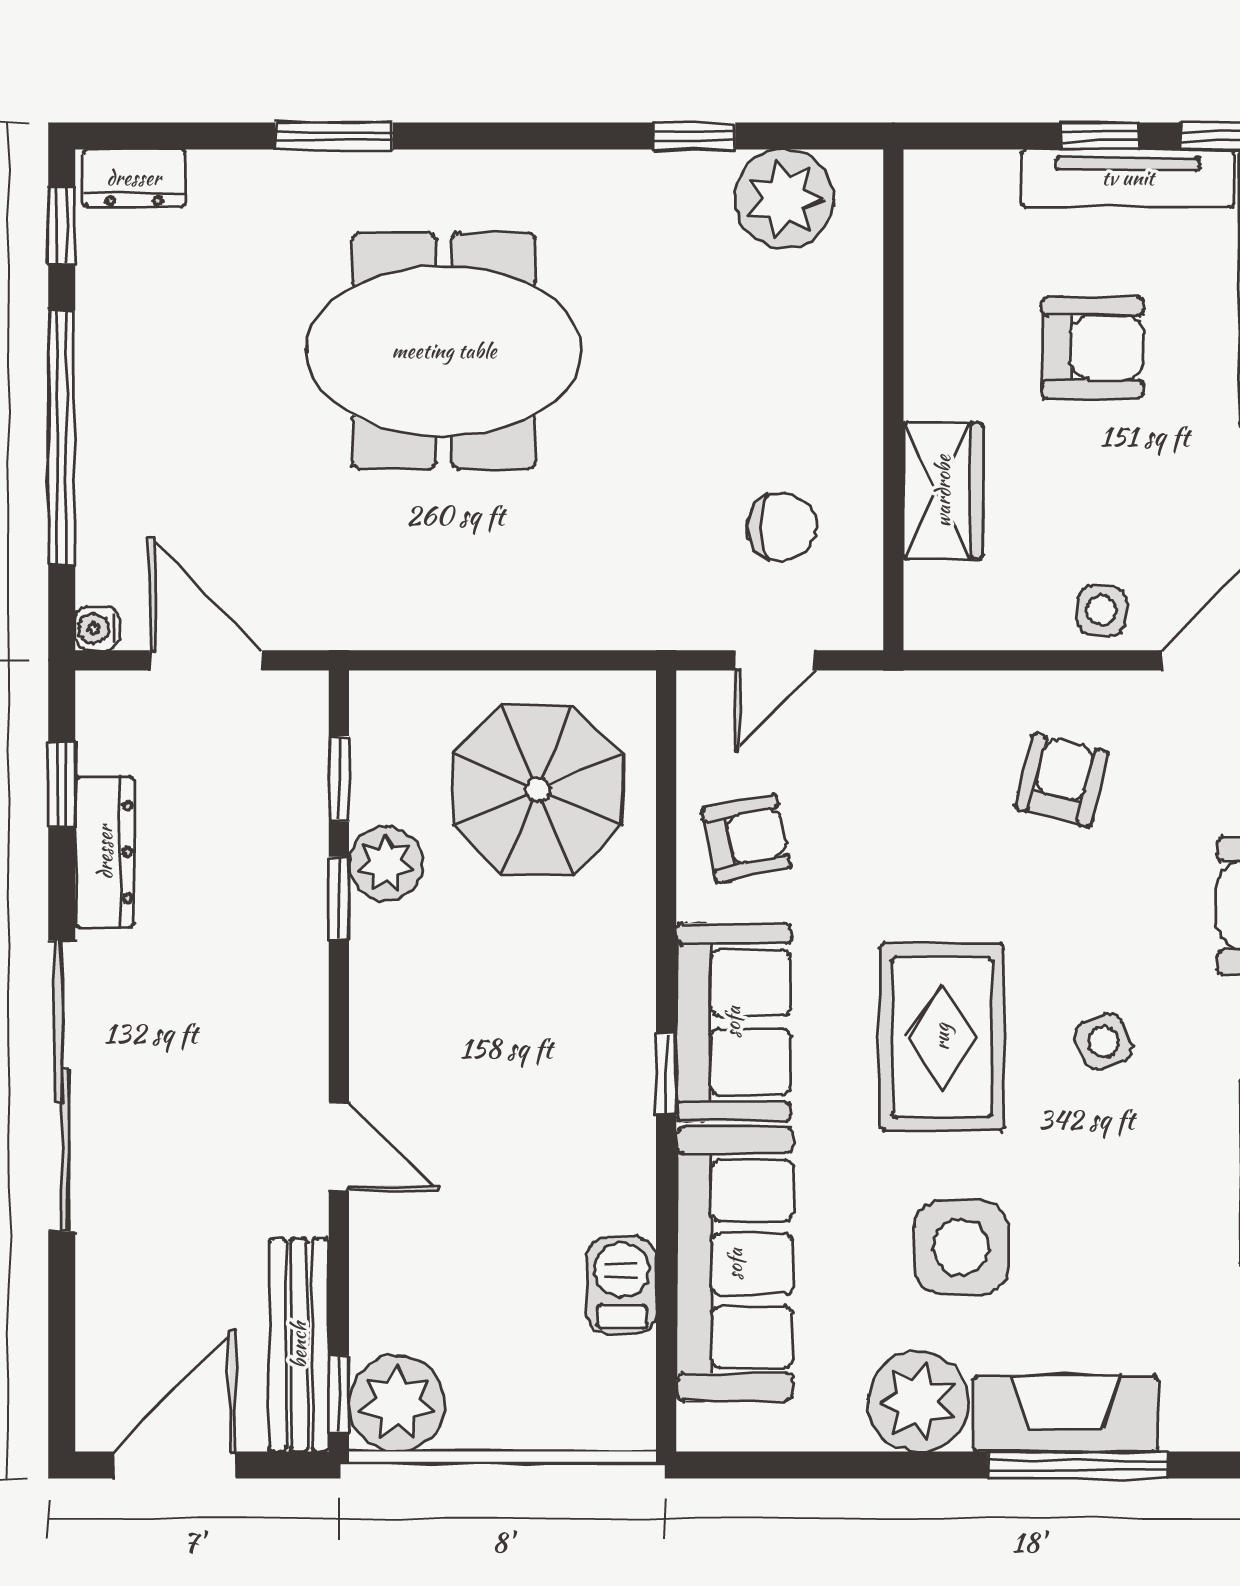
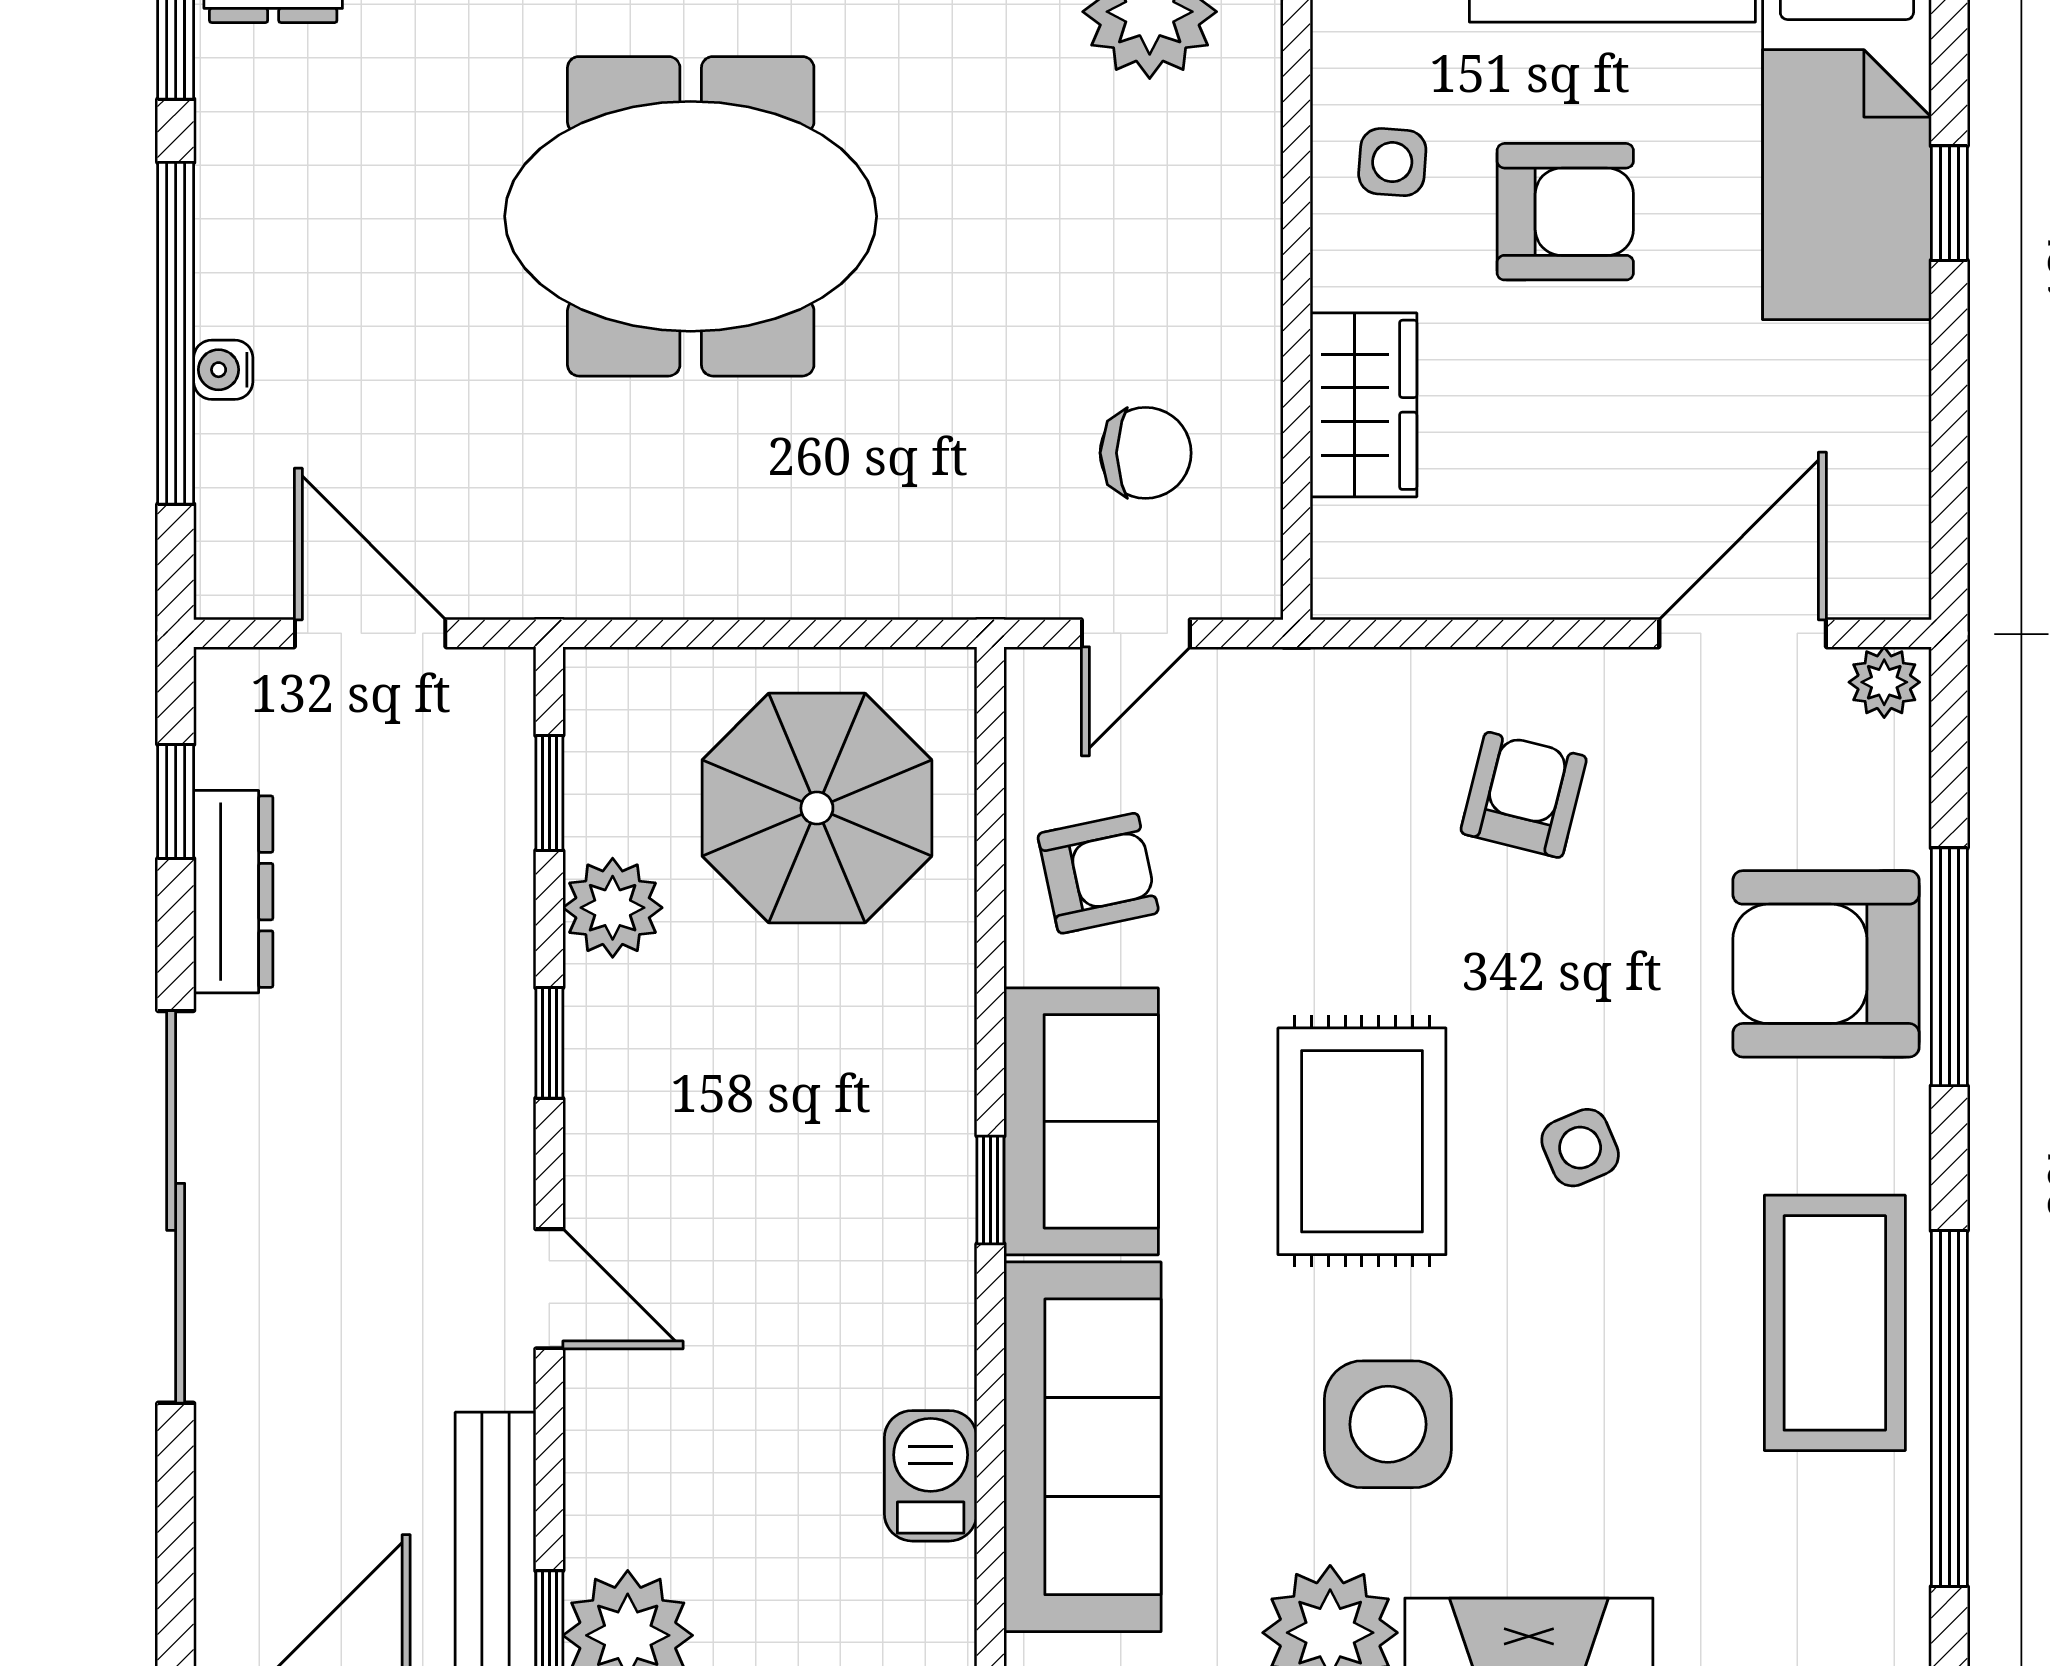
side table: (1102, 610) -> (1392, 162), moved
water cooler: (97, 628) -> (223, 370), moved
window: (339, 898) -> (549, 1043), moved

